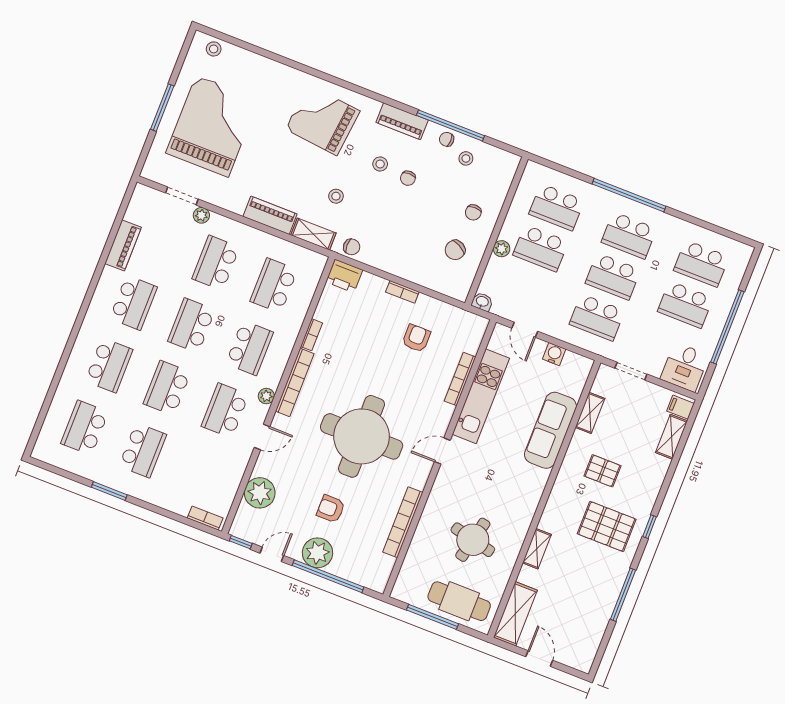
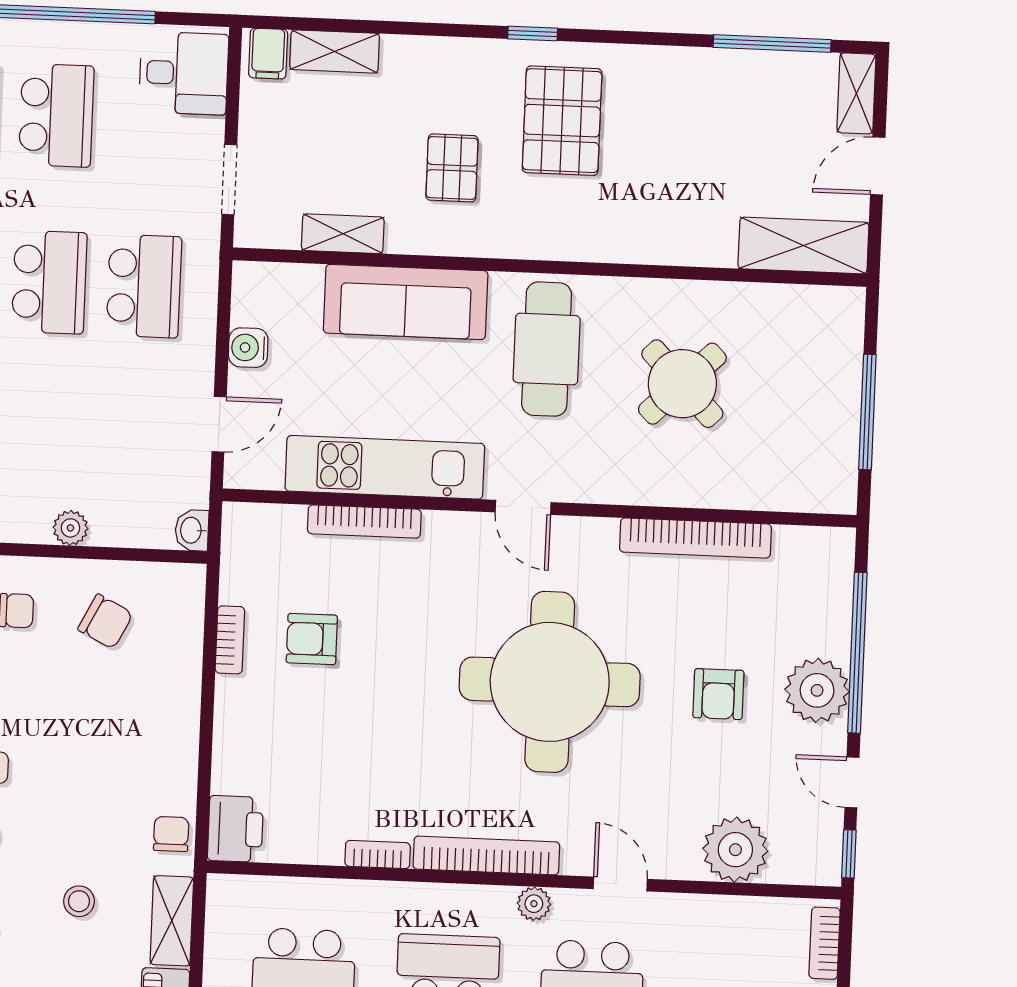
school desk: (541, 248) -> (42, 449), removed
bookcase: (402, 292) -> (230, 640), moved
round table: (473, 540) -> (682, 384), turned 33
shelving: (537, 549) -> (856, 93), moved, turned 90
window: (623, 595) -> (772, 44), moved
cafe table: (459, 601) -> (547, 349), moved

